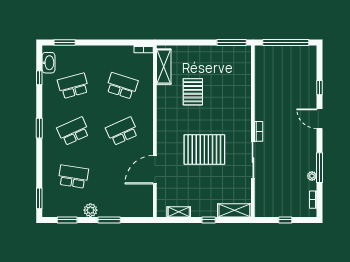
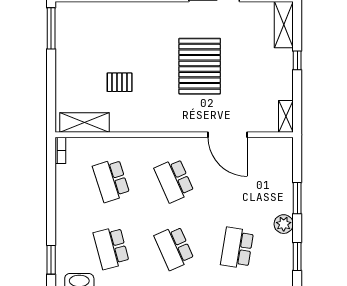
school desk: (122, 86) -> (111, 180), turned -36
pallet: (193, 92) -> (120, 82), width x0.67, depth x0.71
shelving: (179, 212) -> (286, 116), moved

